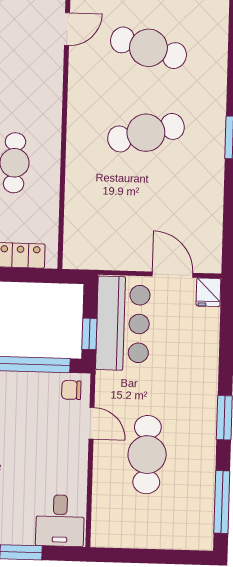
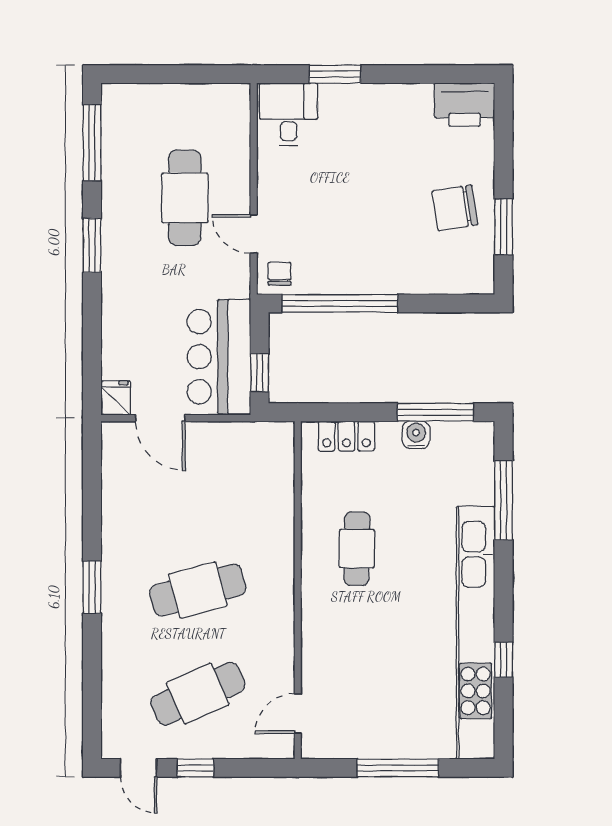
cafe table: (148, 48) -> (198, 694), turned -39
window: (89, 334) -> (260, 373), moved
chair: (71, 390) -> (279, 274), turned -90

